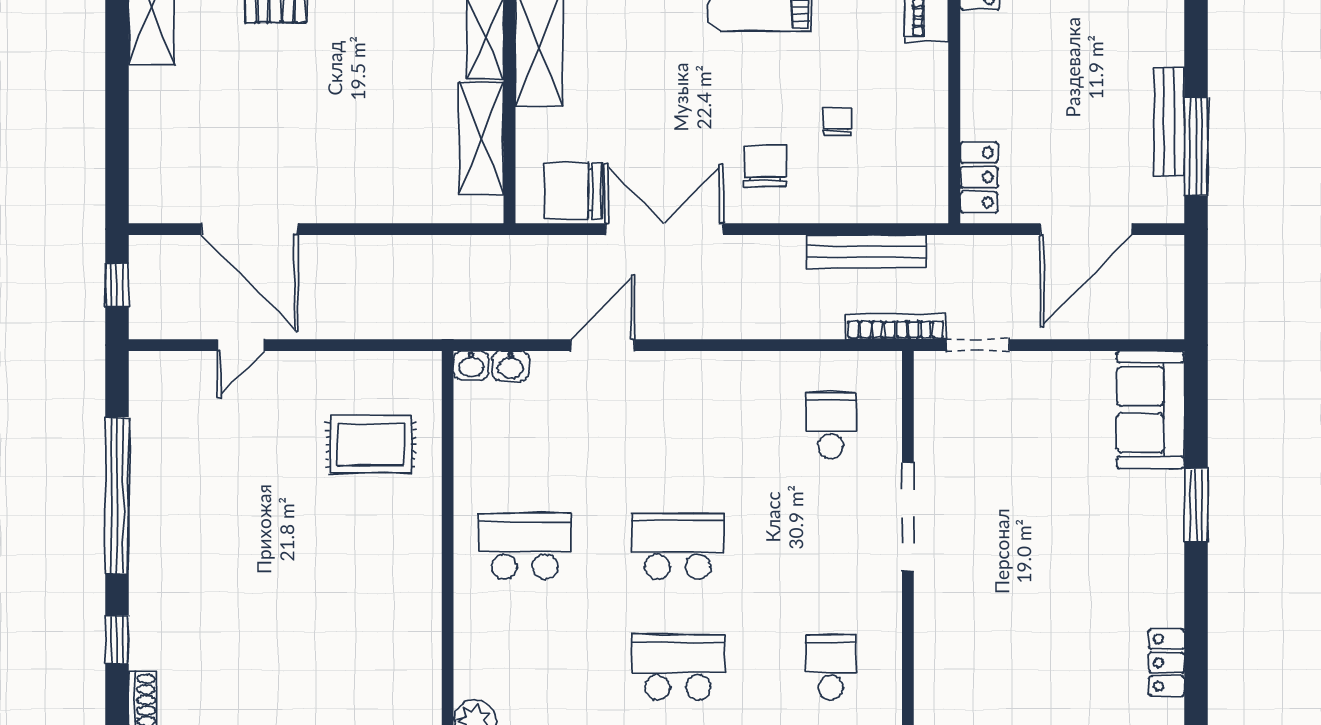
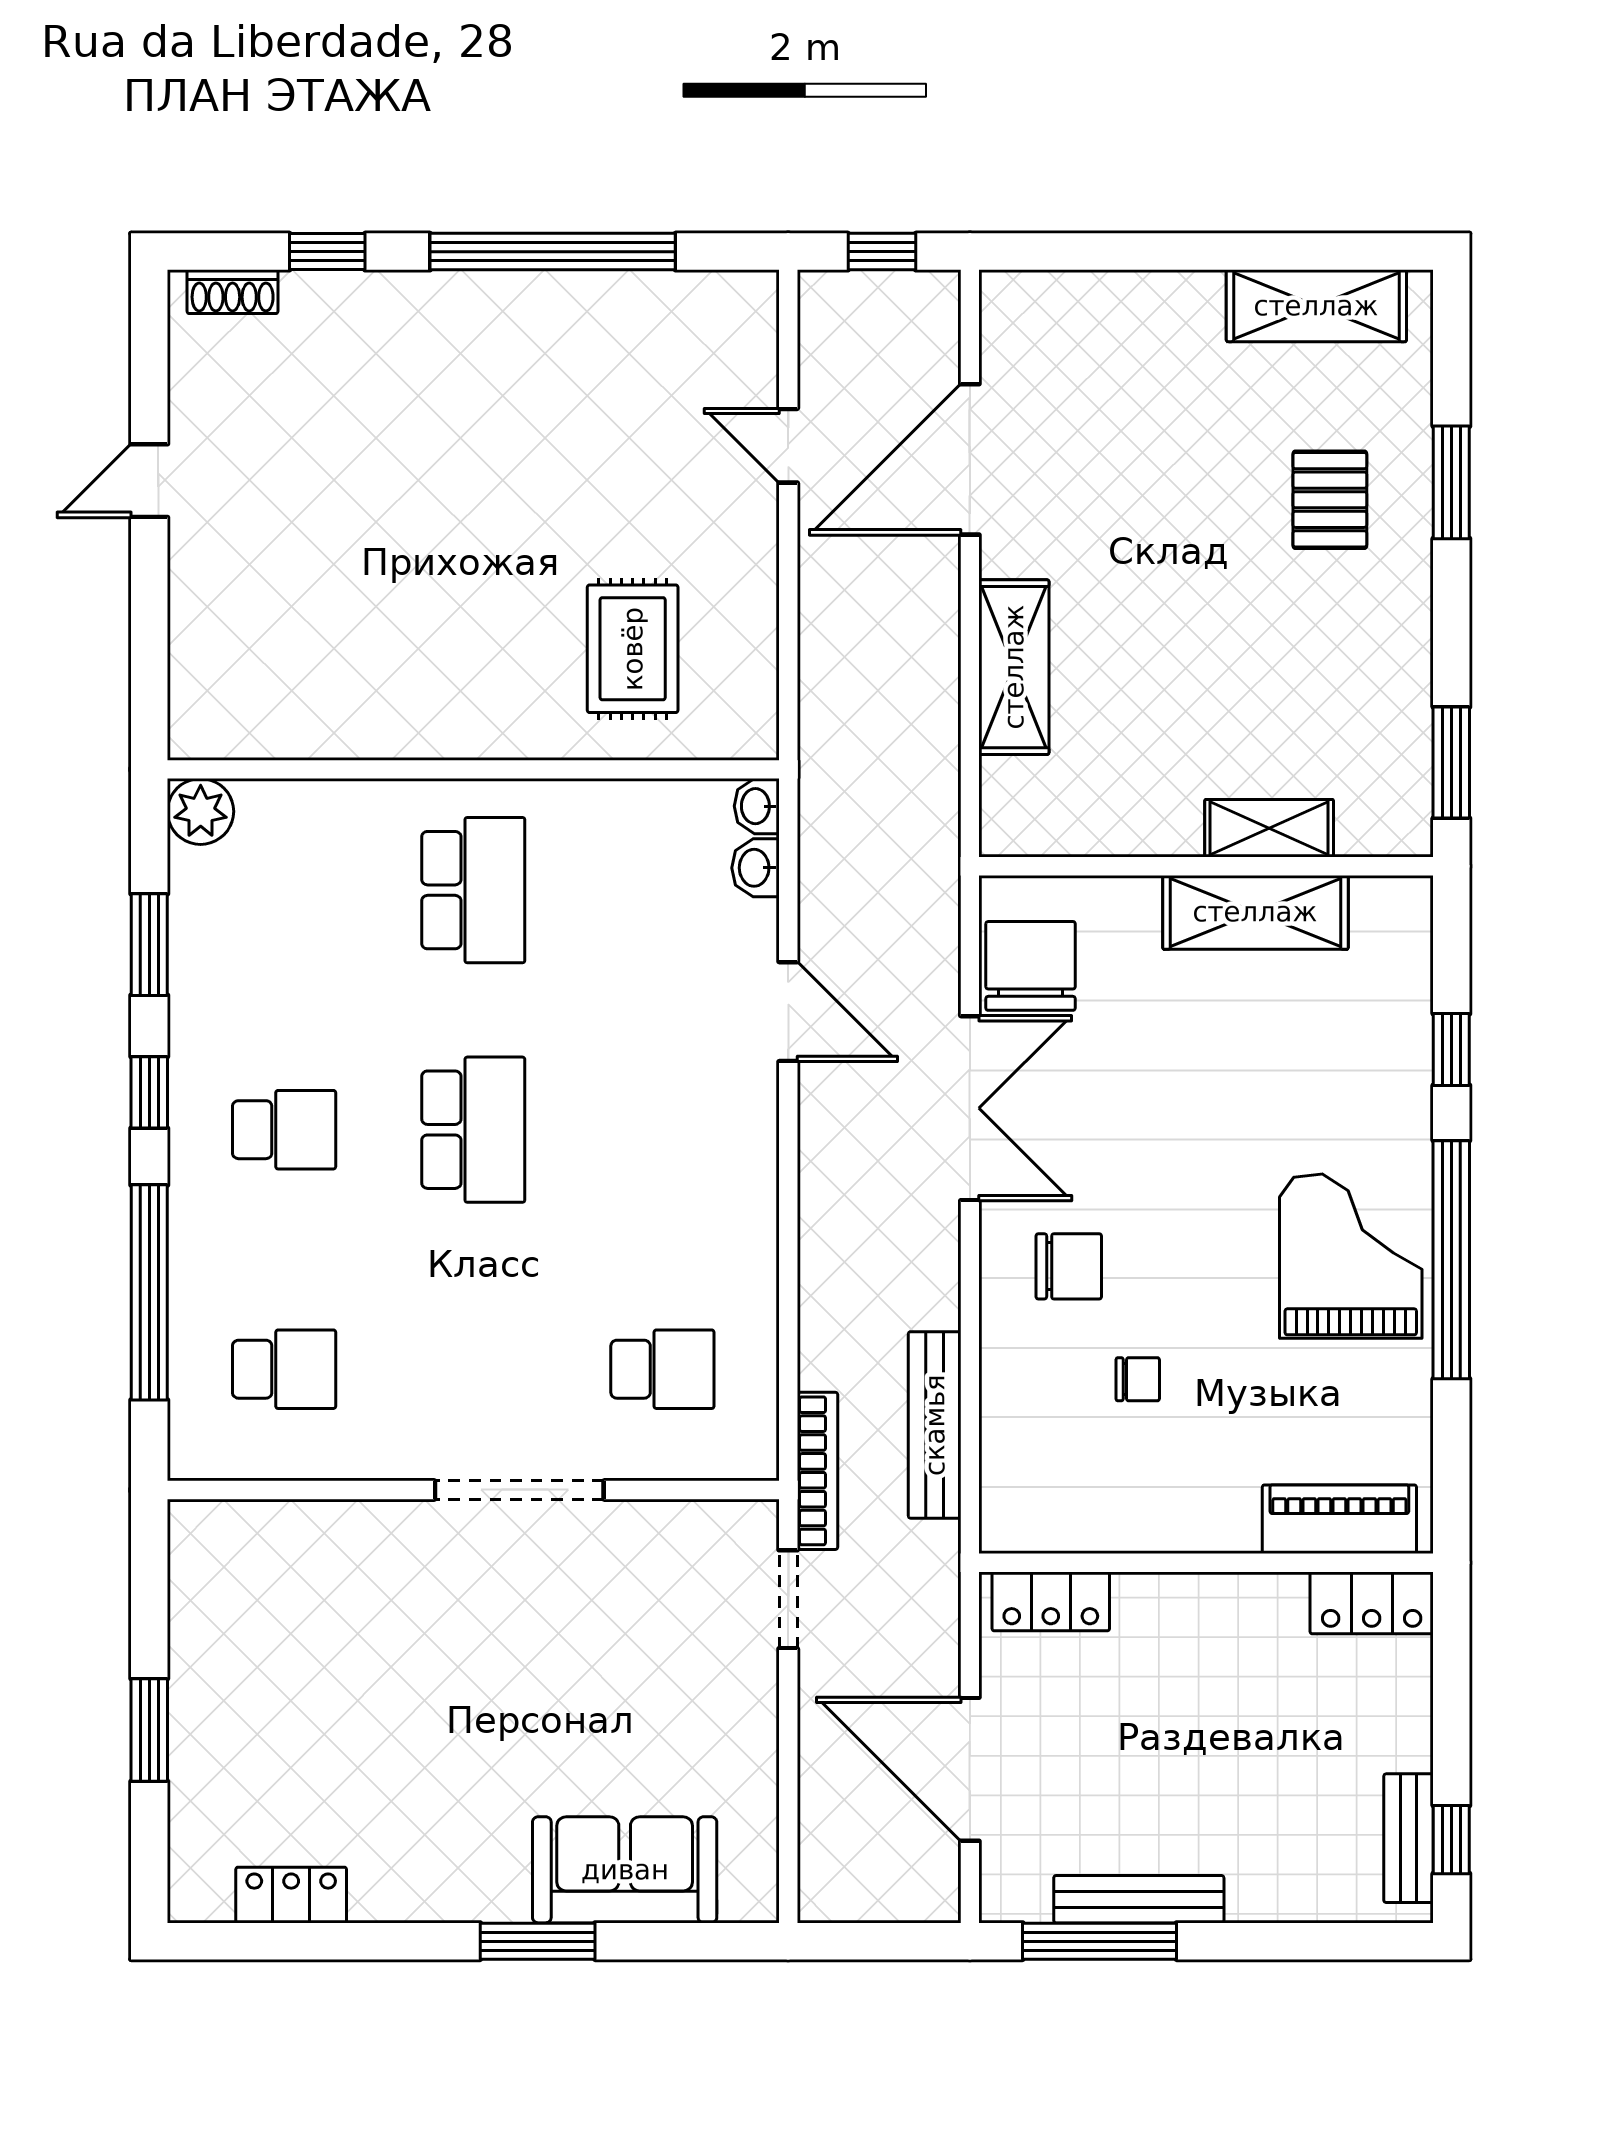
shelving: (481, 138) -> (1014, 667), moved, turned 90
sofa: (1150, 410) -> (625, 1870), moved
school desk: (678, 667) -> (284, 1130), width x0.54

